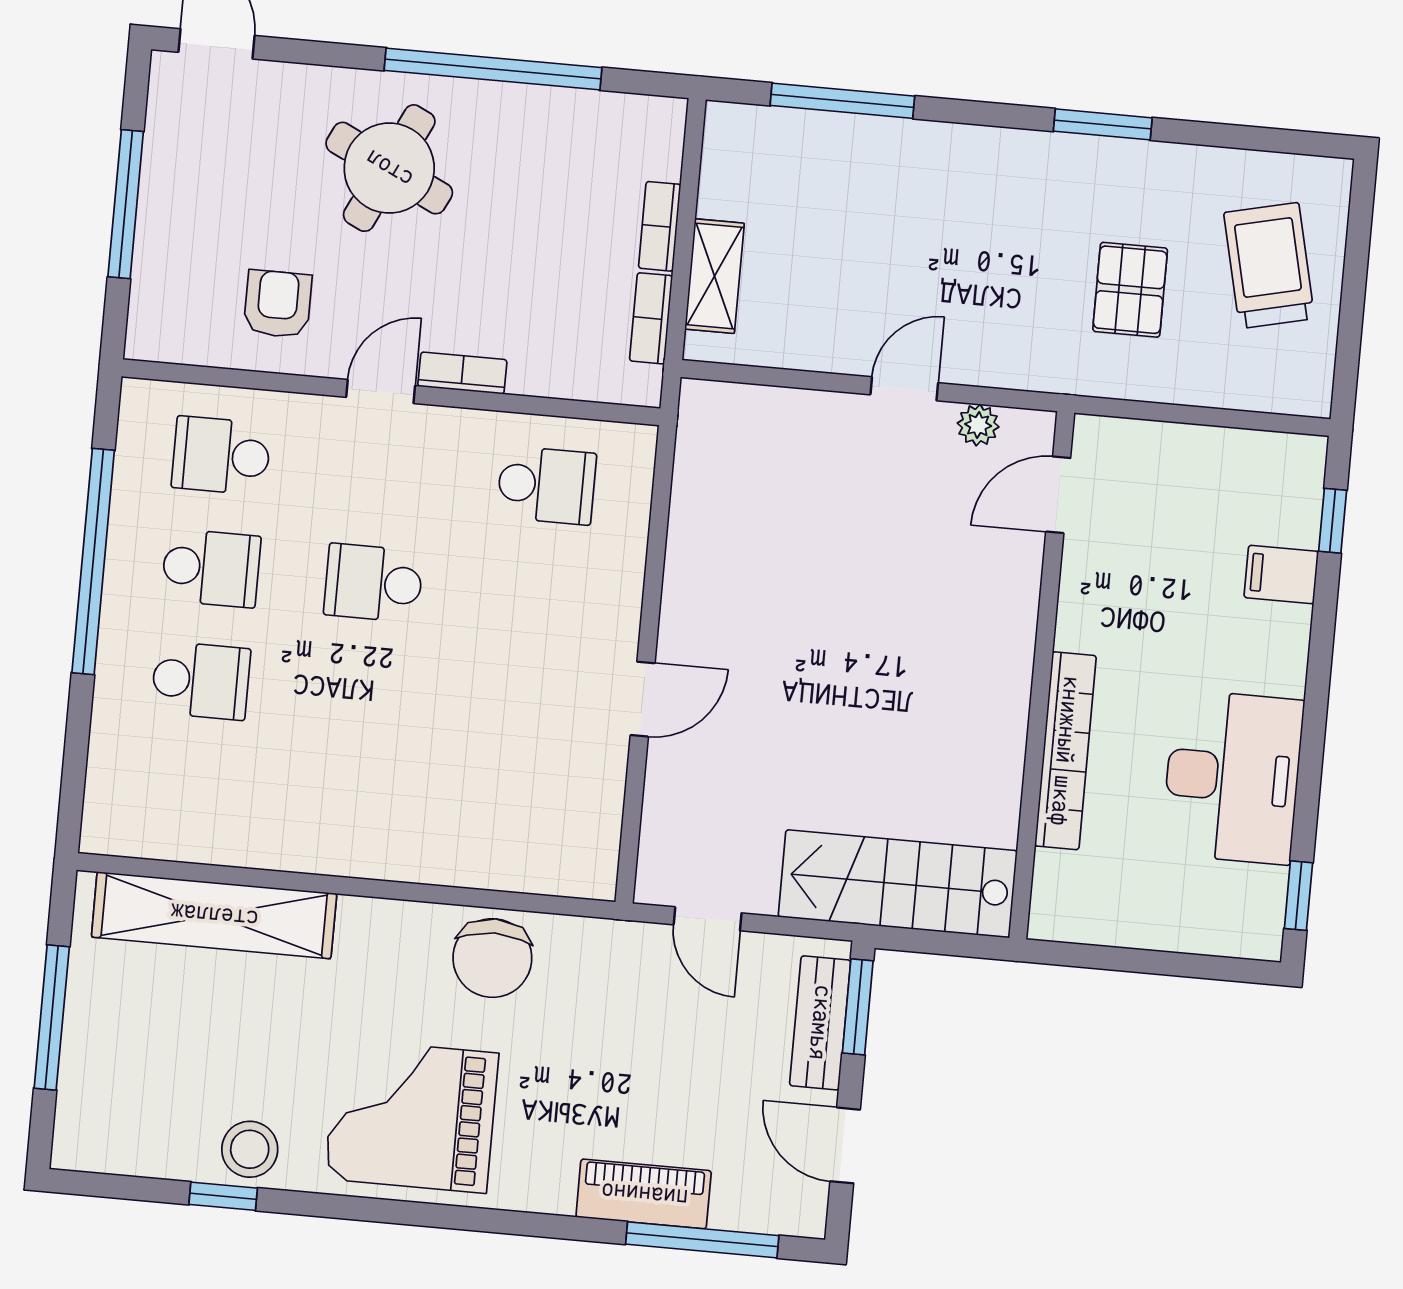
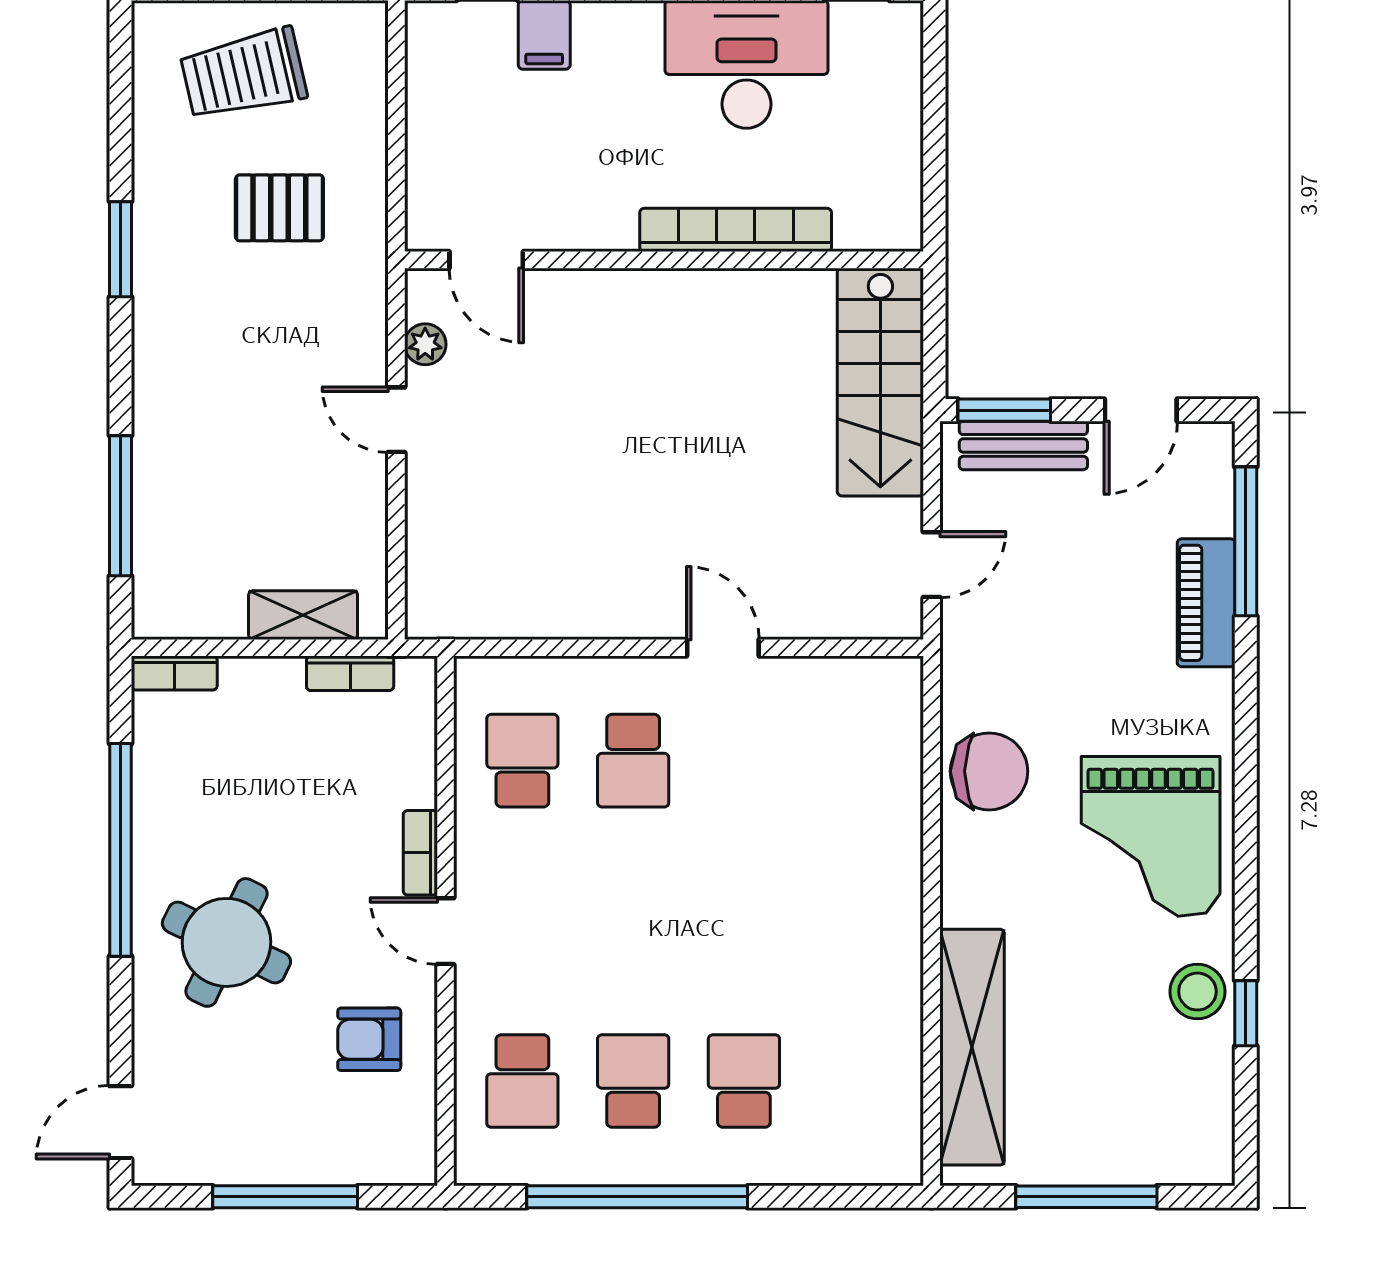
bookcase: (660, 226) -> (174, 673), moved
school desk: (374, 583) -> (633, 761), moved

